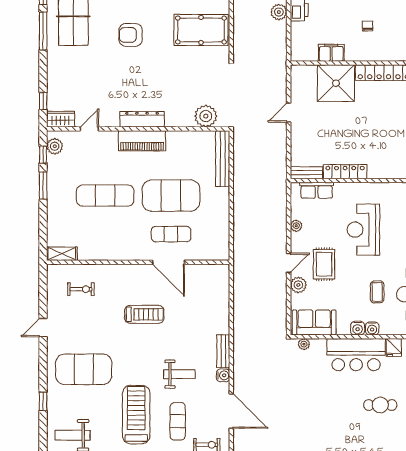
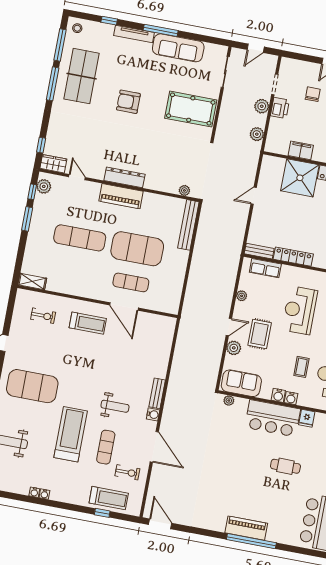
plant: (279, 44) -> (257, 134), added
plant: (206, 116) -> (184, 190), width x0.53, depth x0.53
door: (89, 129) -> (77, 177), hinge flipped
treadmill: (144, 314) -> (88, 323), moved

